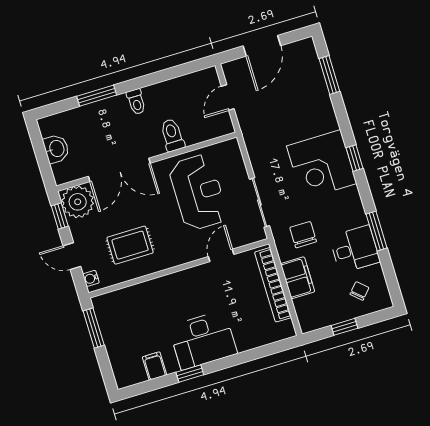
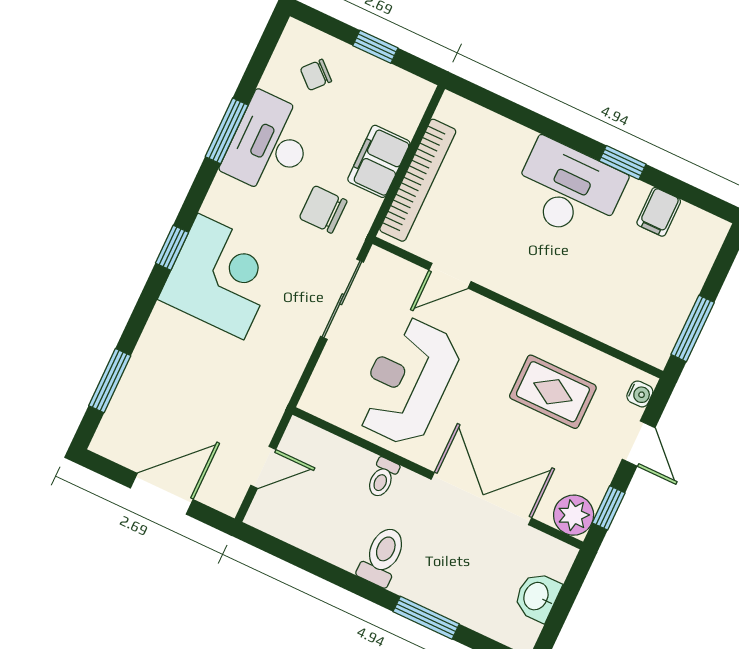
toilet: (136, 102) -> (382, 556), width x1.37, depth x1.39
toilet: (172, 135) -> (382, 478), width x0.73, depth x0.72
plant: (78, 202) -> (574, 515), width x0.73, depth x0.73
chair: (303, 235) -> (323, 209), turned 90
desk: (355, 249) -> (269, 144), width x1.37

